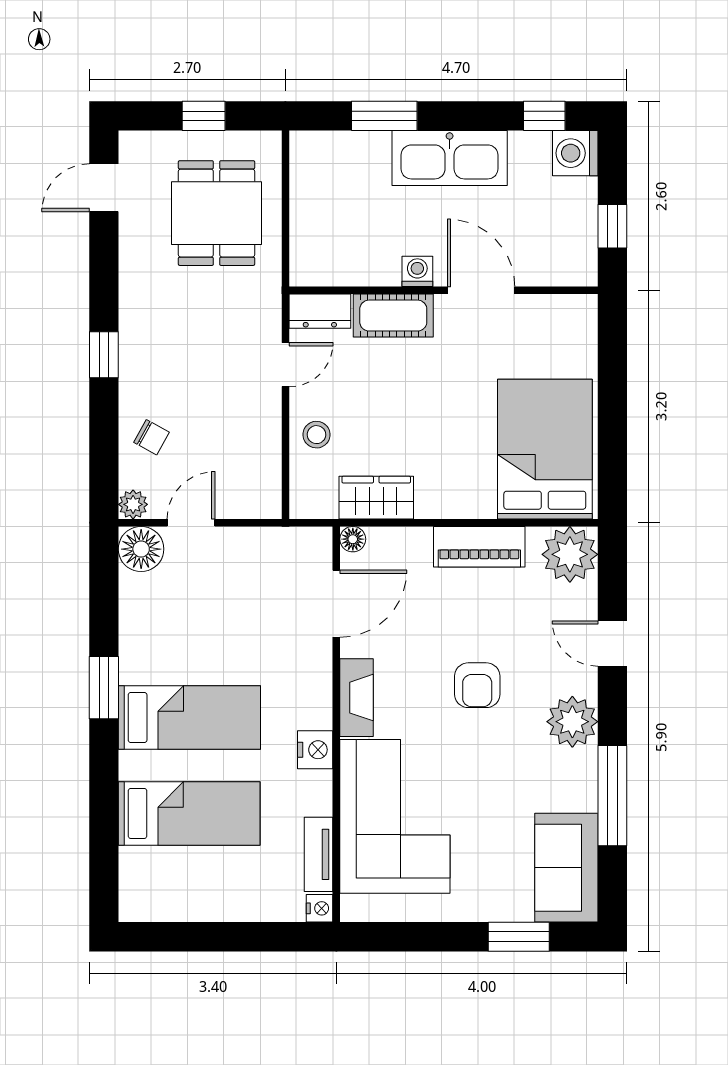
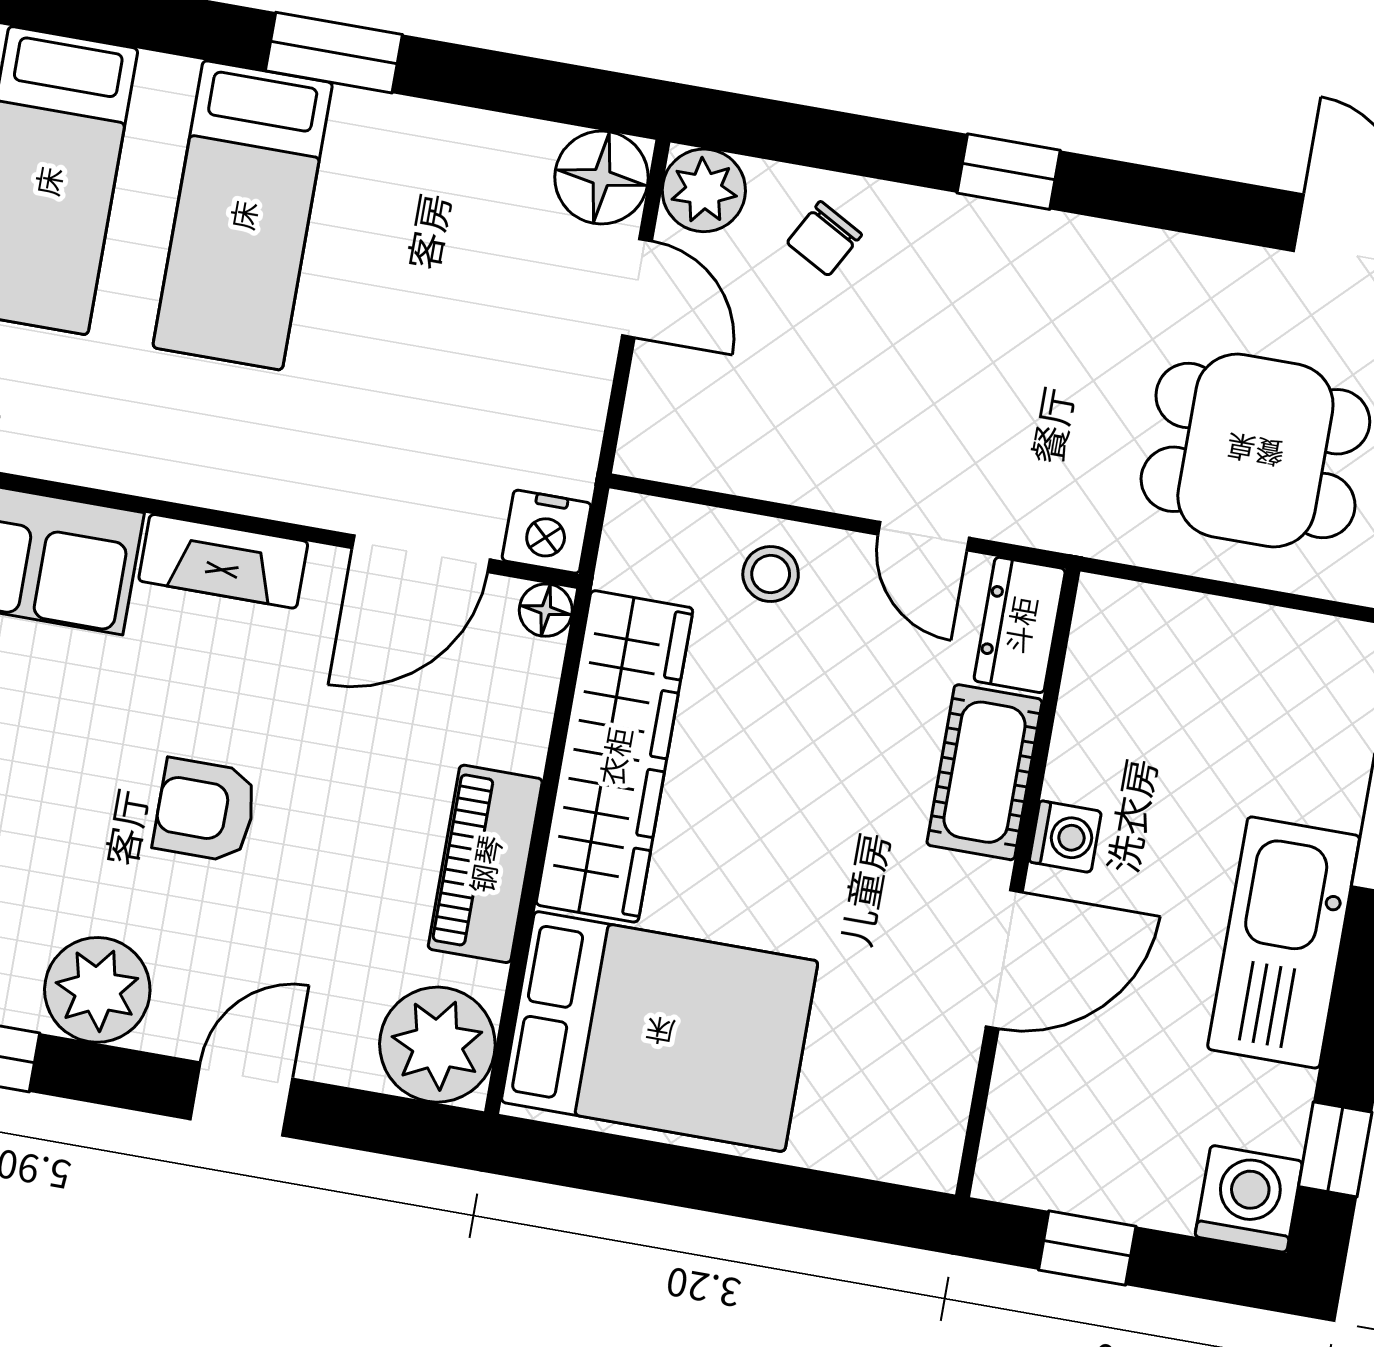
wardrobe: (376, 498) -> (615, 756), width x2.10, depth x1.17
plant: (133, 504) -> (704, 190), width x1.38, depth x1.38
door: (336, 604) -> (421, 554), hinge flipped
nightstand: (315, 750) -> (547, 532), moved

